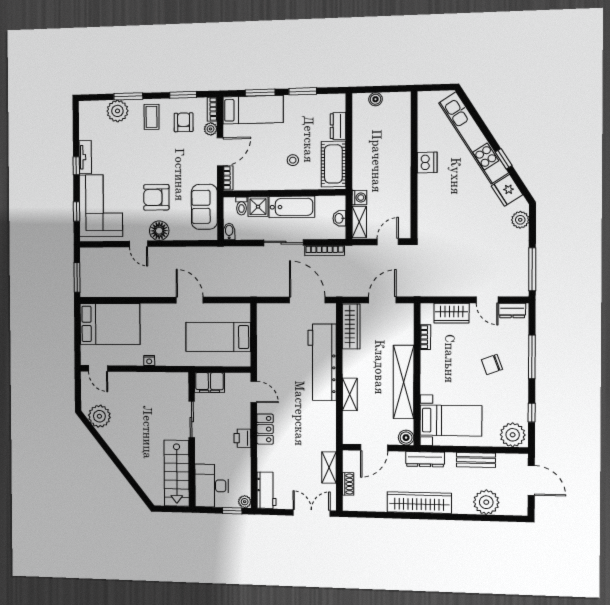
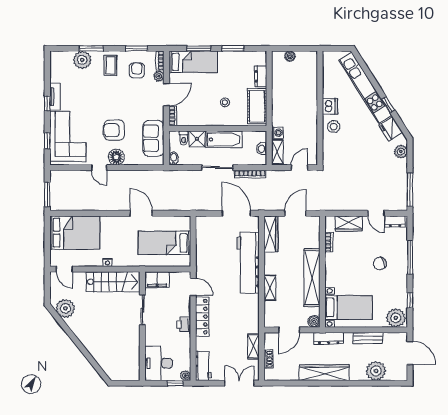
stool: (432, 189) -> (334, 127), added
locker: (265, 429) -> (202, 317), width x1.53
stairs: (177, 473) -> (113, 282), moved, turned -90

